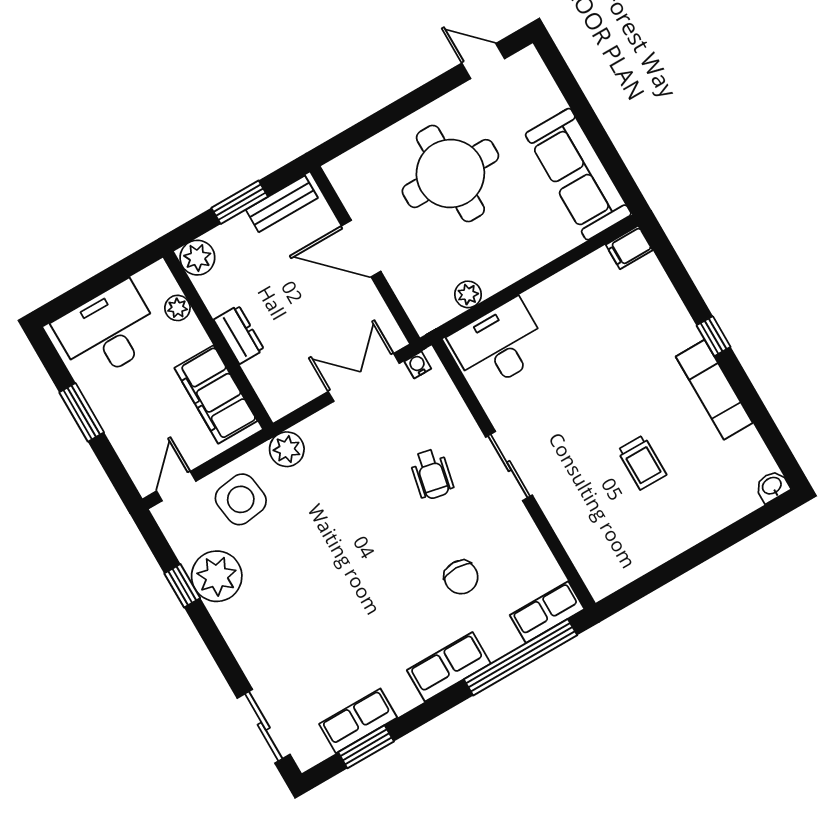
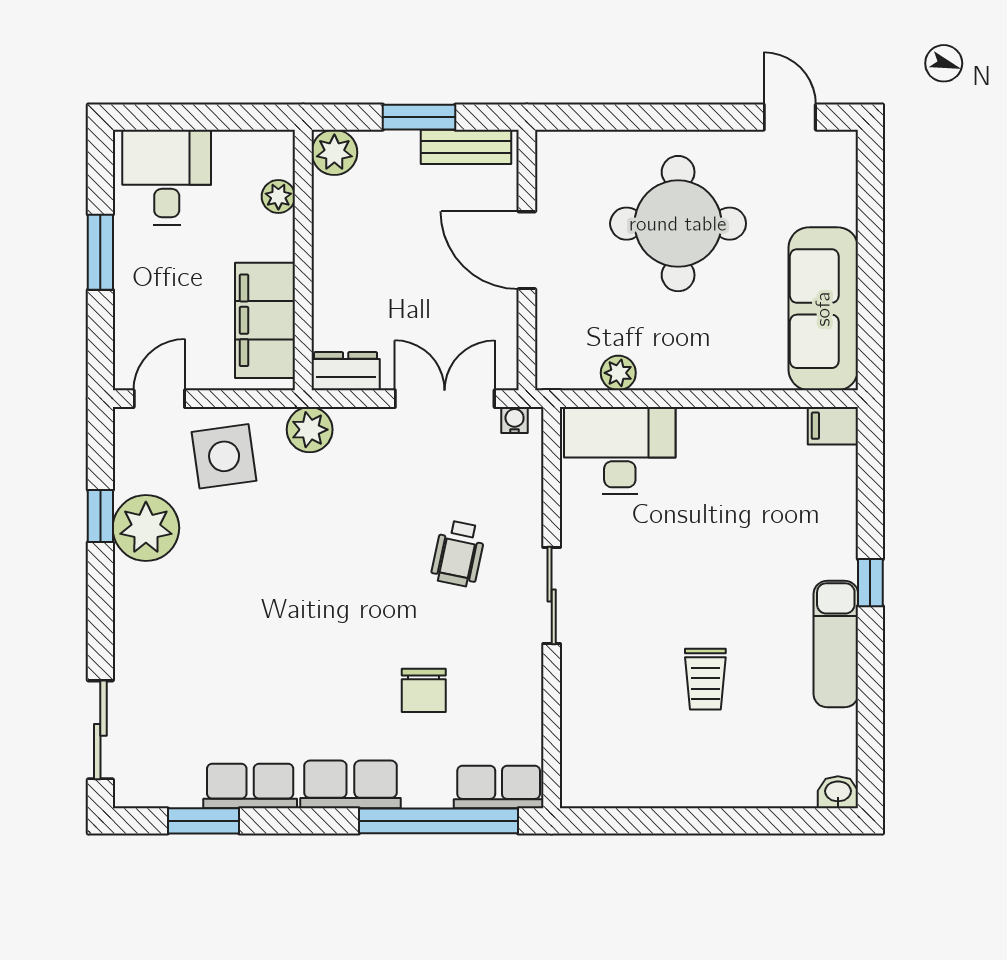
desk: (108, 332) -> (167, 177), width x0.73
dresser: (239, 335) -> (346, 371), moved, turned -90
row of seats: (358, 721) -> (250, 786), moved

